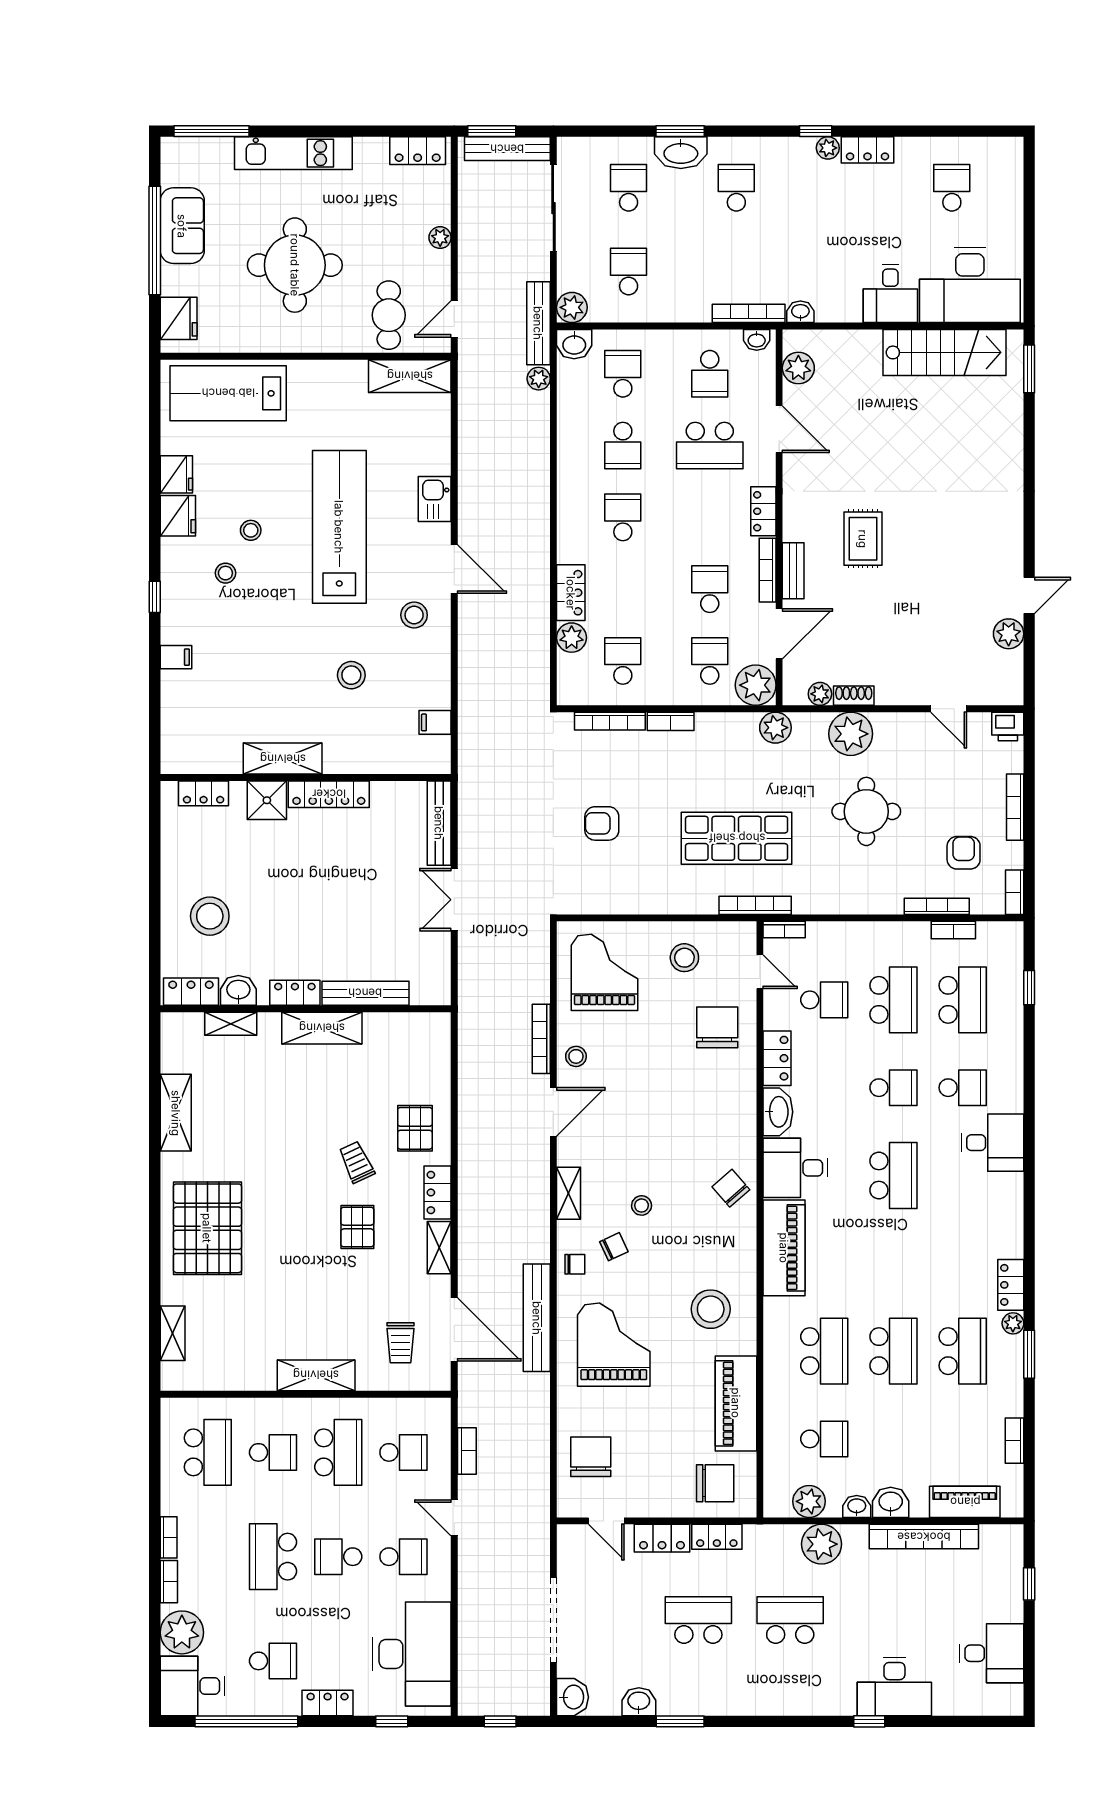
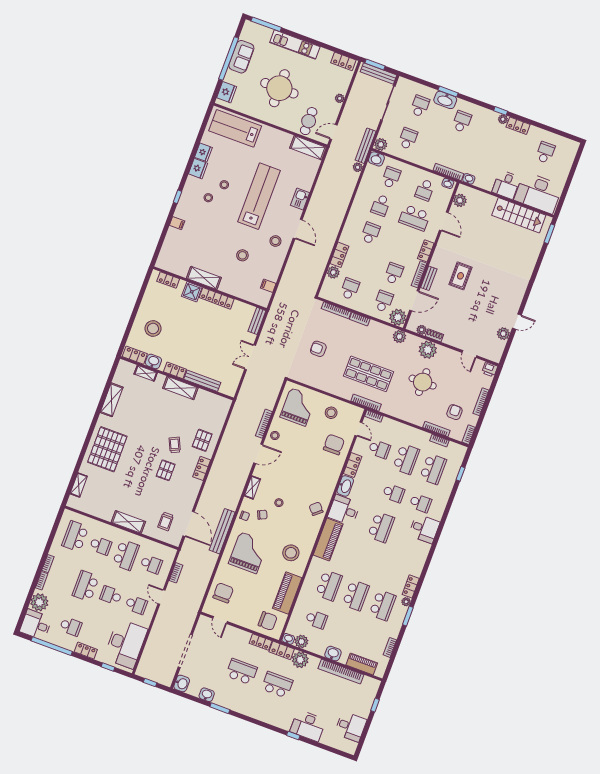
bench: (439, 823) -> (257, 321), width x0.73
shelving: (439, 1248) -> (194, 490), removed
school desk: (208, 1452) -> (75, 536), turned 180
washbasin: (857, 1506) -> (288, 639), moved
locker: (662, 1538) -> (282, 650), moved

